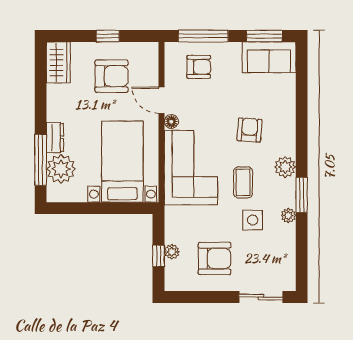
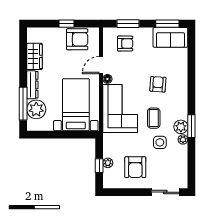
window: (203, 36) -> (128, 24), width x0.69
wardrobe: (58, 62) -> (35, 56), moved
armchair: (112, 76) -> (77, 39), moved
door: (161, 100) -> (101, 65), hinge flipped
dresser: (55, 137) -> (32, 85), width x1.44
plant: (285, 167) -> (181, 127), moved
armchair: (215, 258) -> (135, 167), turned 90

